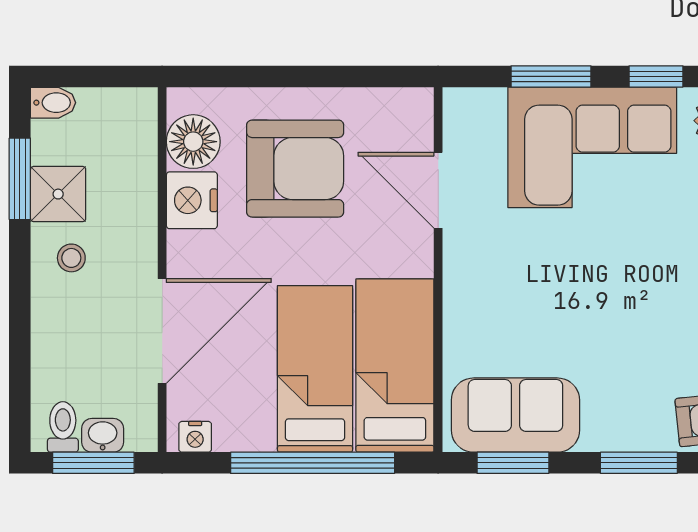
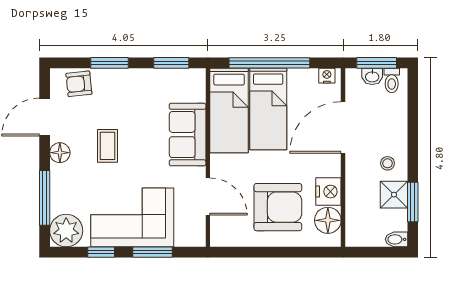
armchair: (295, 169) -> (278, 207), turned 180
coffee table: (643, 294) -> (107, 146), added
sofa: (515, 415) -> (188, 135), moved, turned 90

